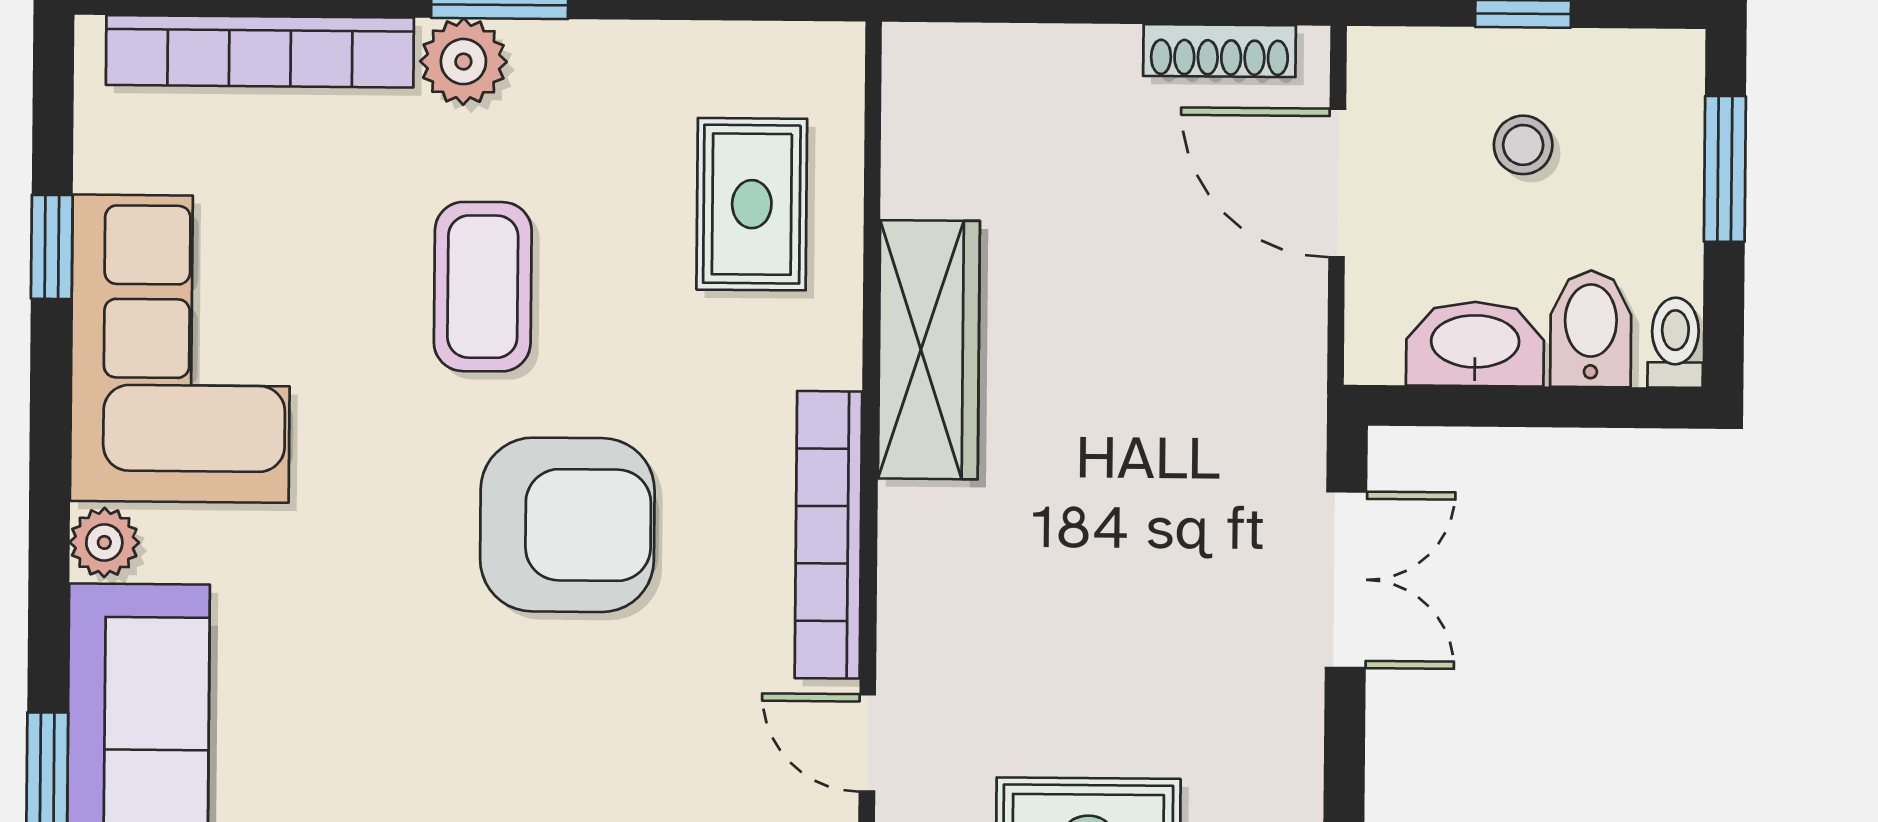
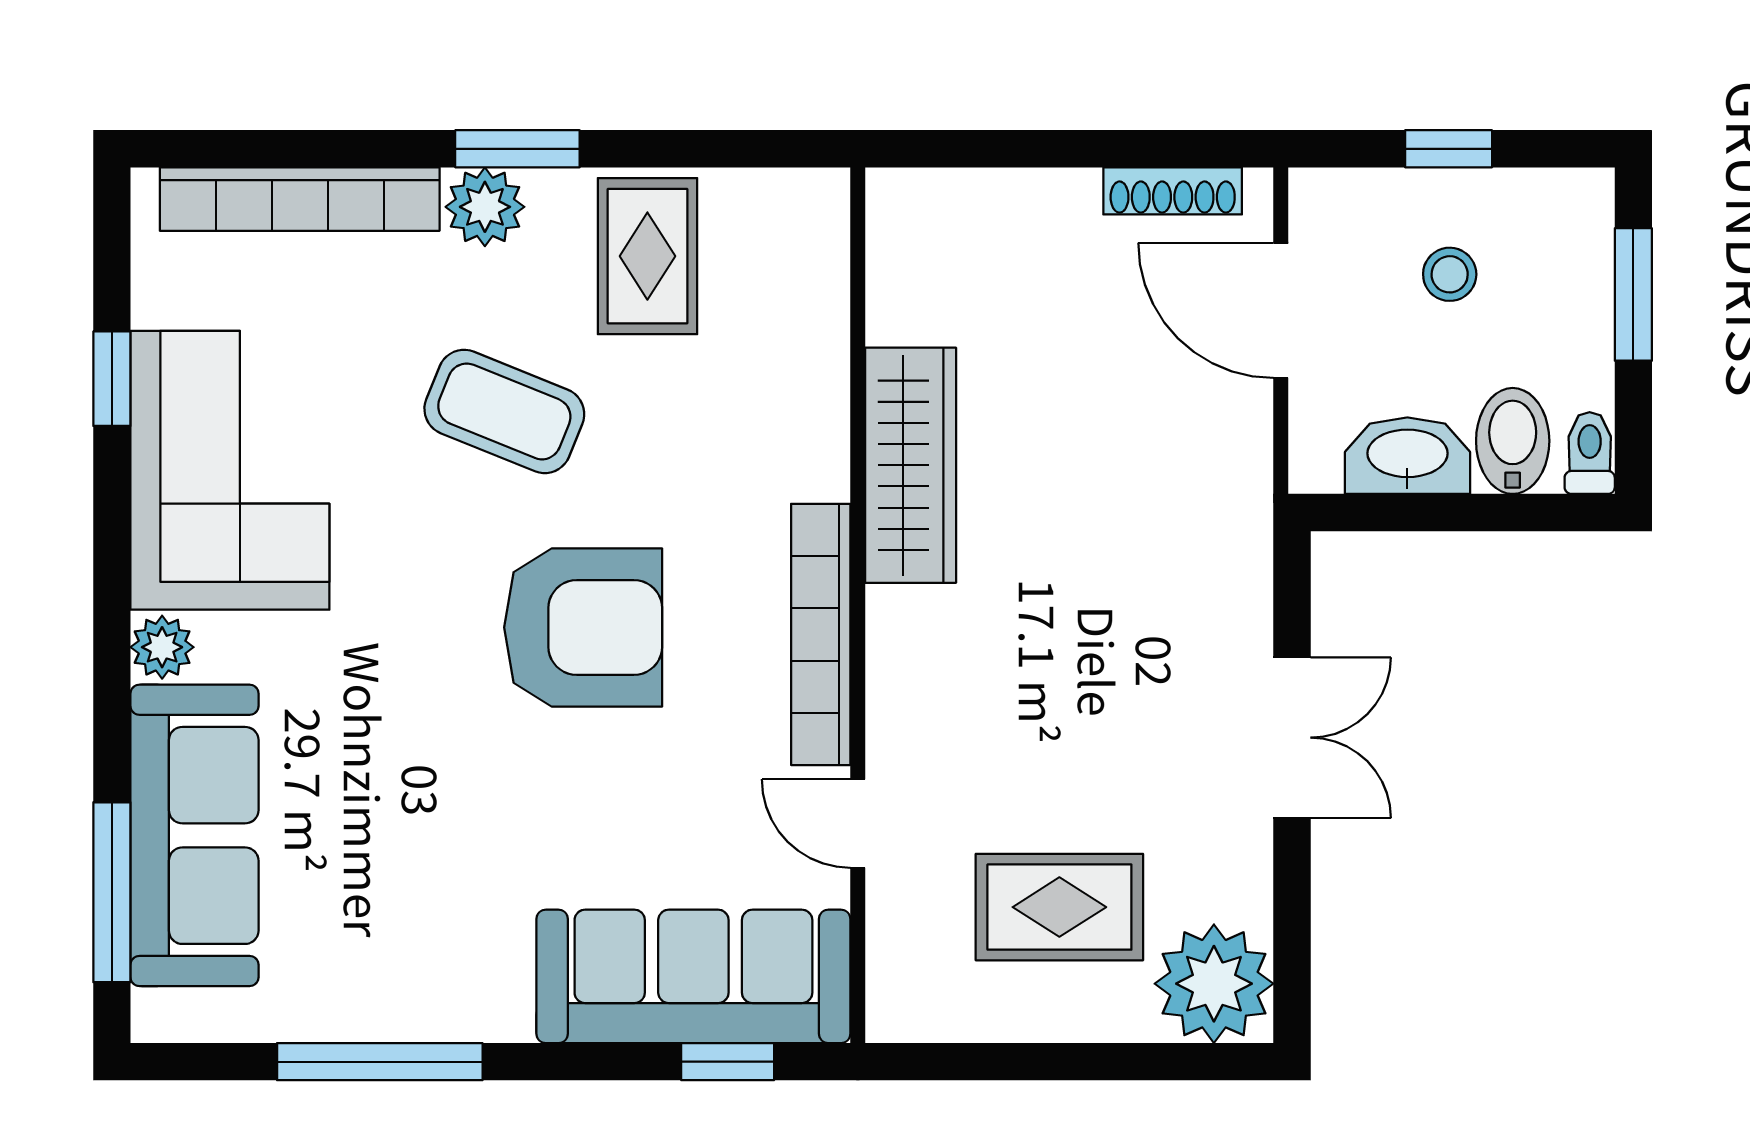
rug: (752, 204) -> (647, 256), moved
coffee table: (483, 287) -> (504, 411), turned -68
double door: (1346, 580) -> (1292, 738), moved

